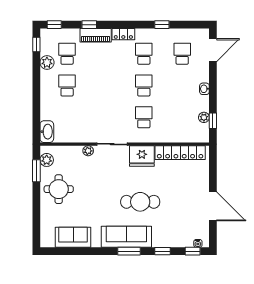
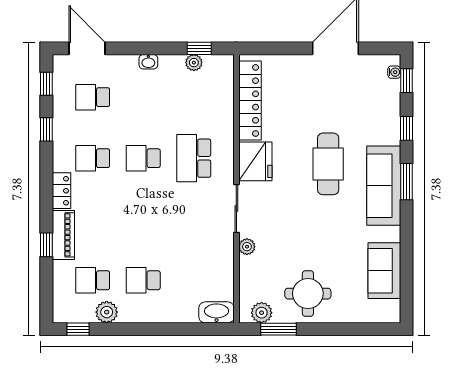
window: (54, 25) -> (46, 84), moved
school desk: (144, 117) -> (194, 158), width x1.85

